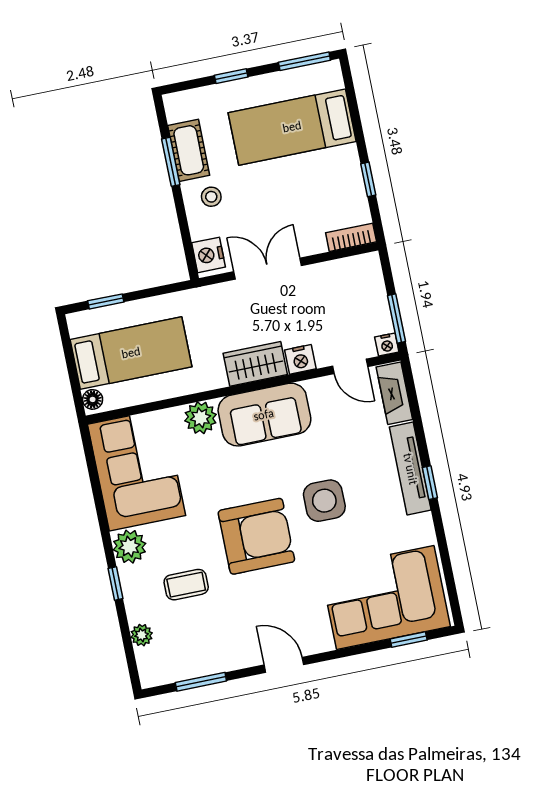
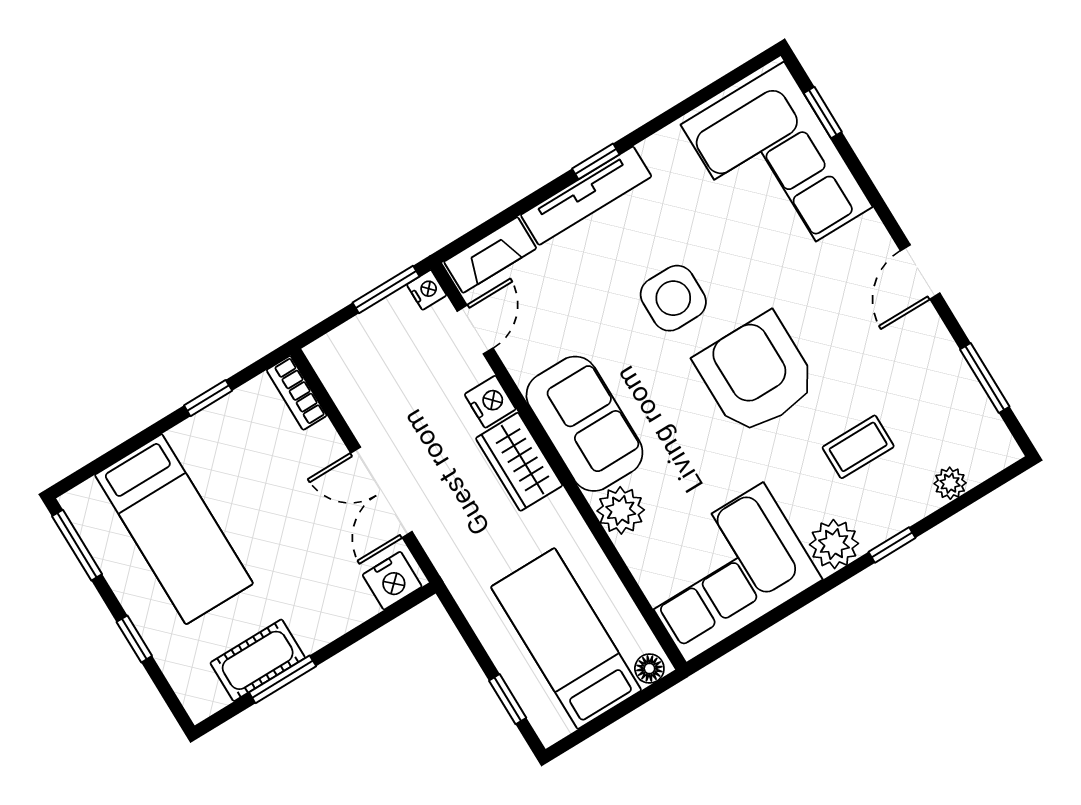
stool: (211, 197) -> (310, 606), removed
coffee table: (186, 585) -> (858, 447), turned 90

